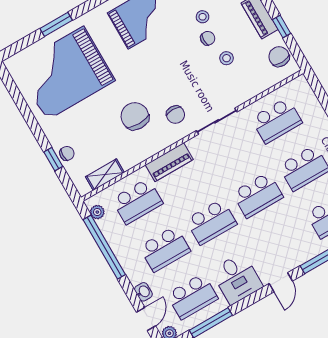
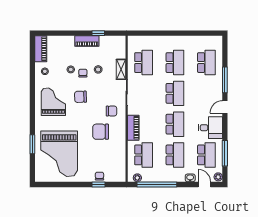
chair: (279, 57) -> (81, 97), moved
shelving: (105, 175) -> (121, 69), moved
door: (281, 282) -> (225, 107), swing flipped

